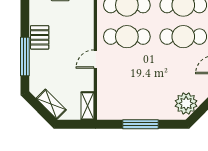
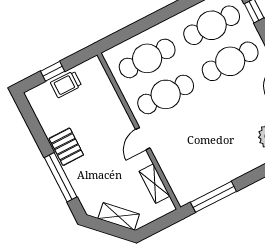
shelving: (88, 106) -> (155, 184), moved
window: (140, 124) -> (213, 197), moved

